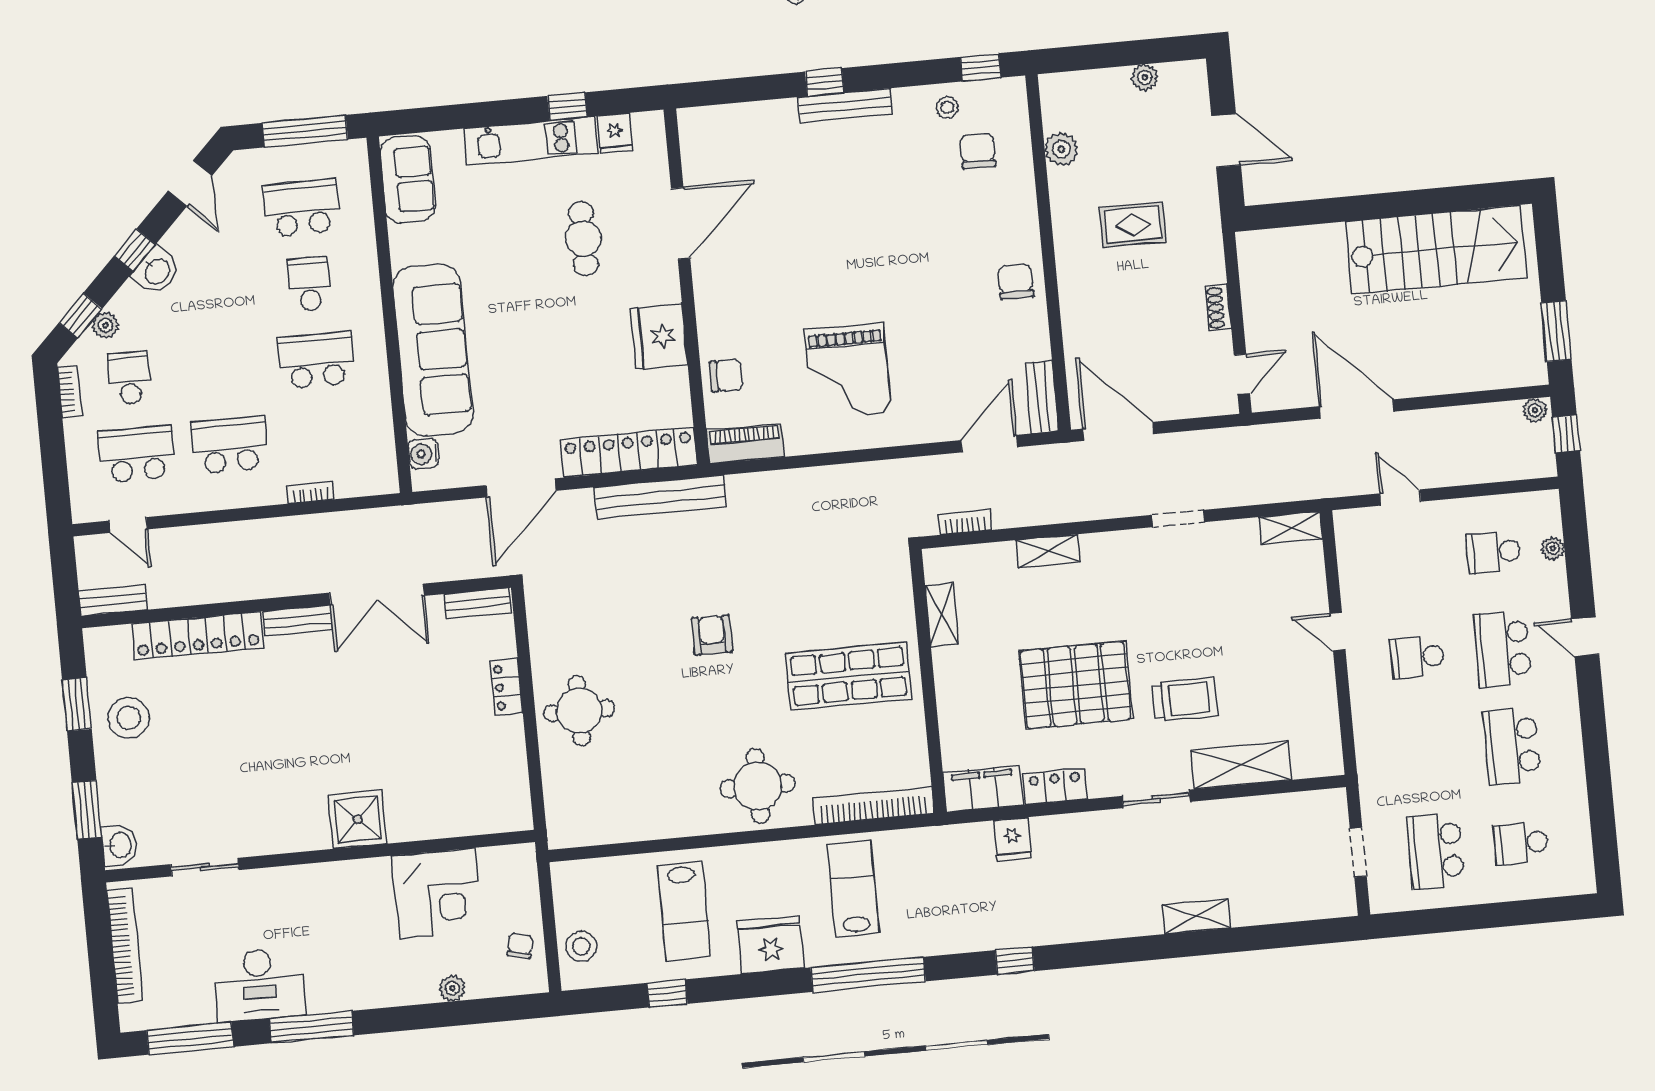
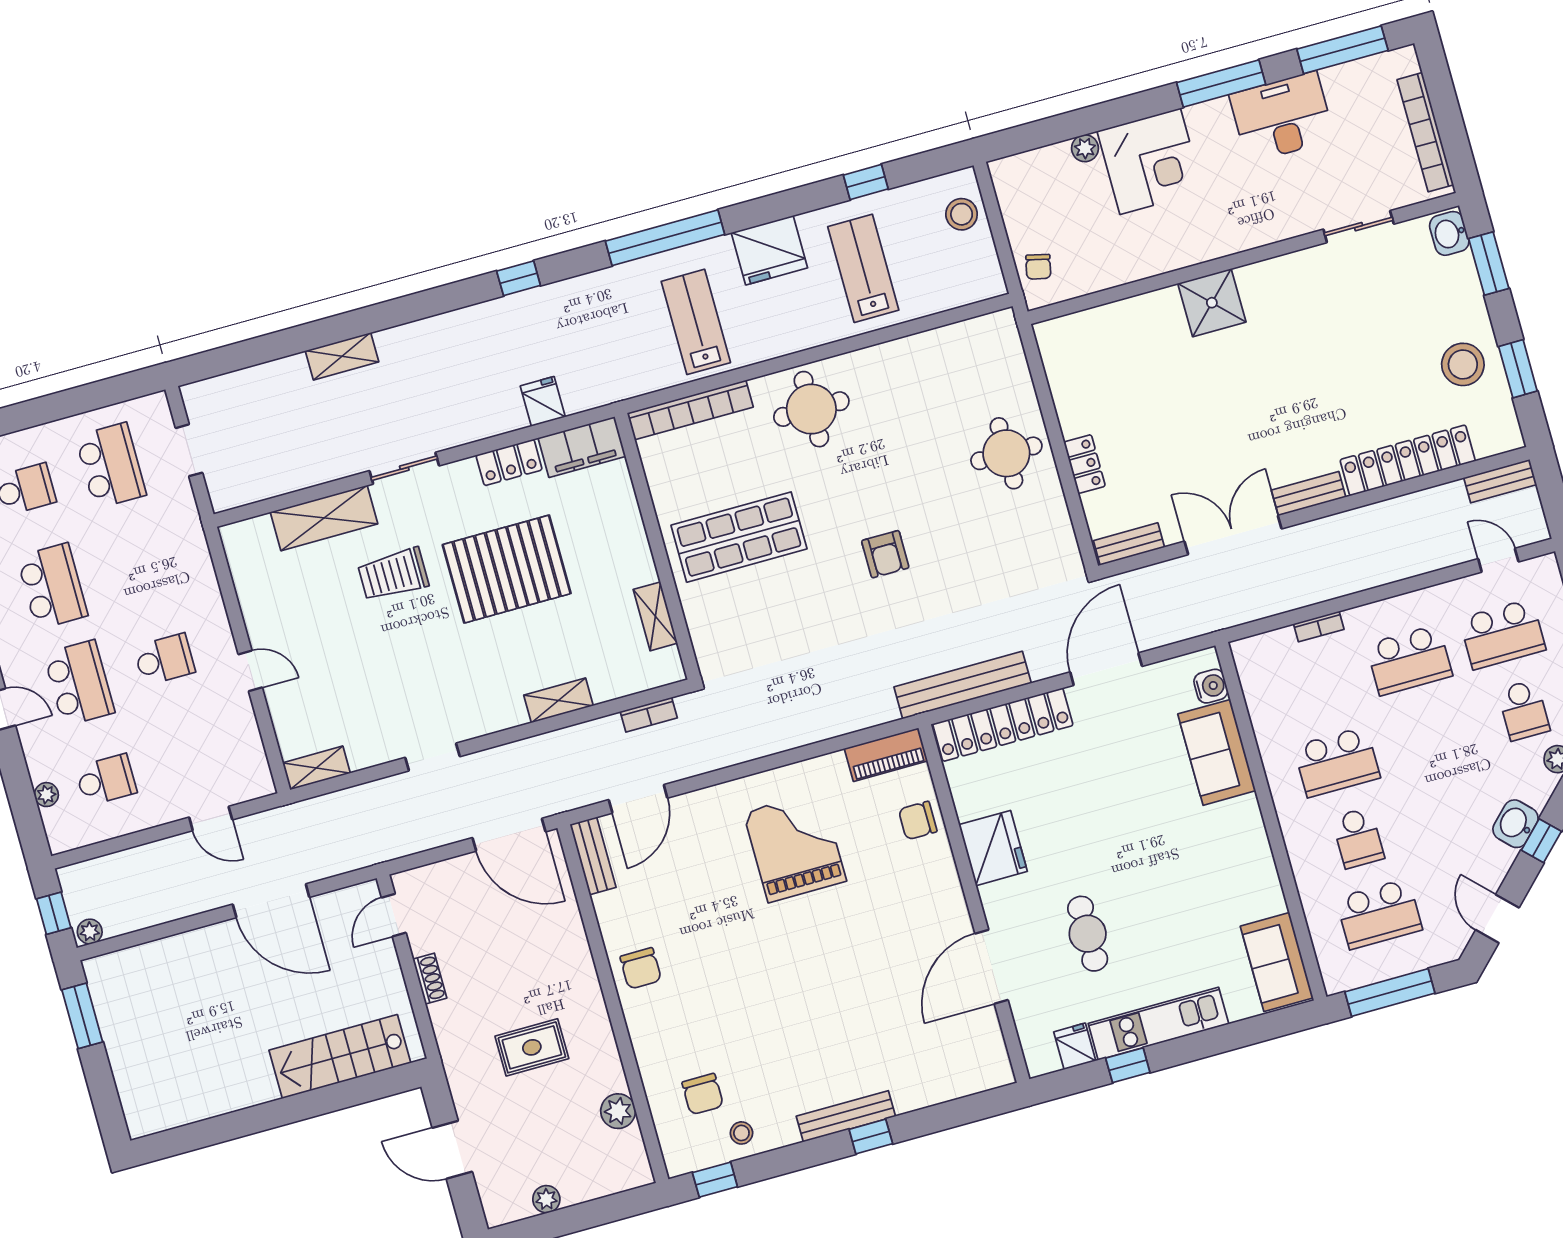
stairs: (1436, 250) -> (340, 1057), moved, width x0.73, depth x0.66
sofa: (433, 350) -> (1217, 752), width x0.54, depth x0.79
lab bench: (853, 889) -> (696, 322), turned 180
corner desk: (437, 893) -> (1150, 161), moved, turned 180
chair: (520, 946) -> (1038, 267), moved

